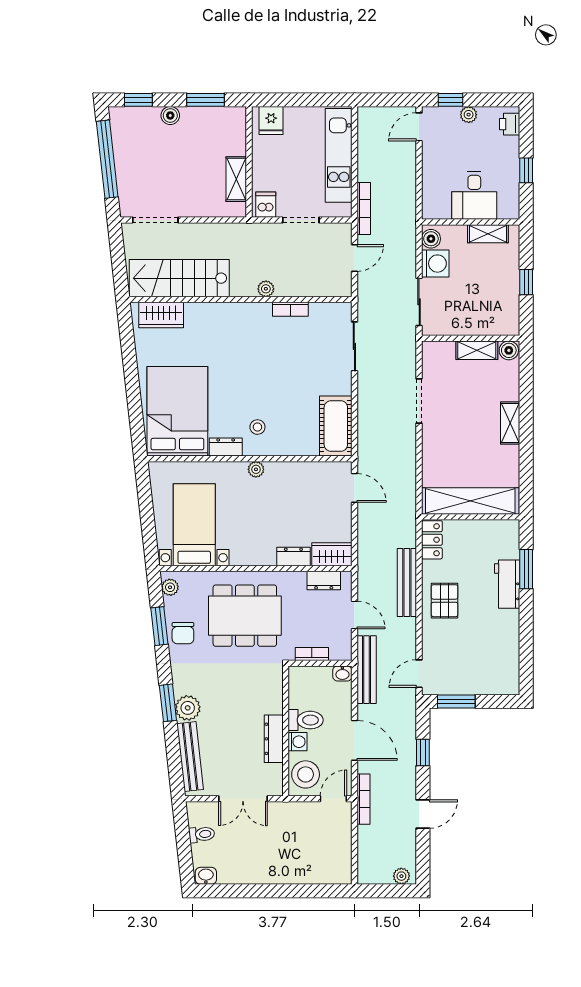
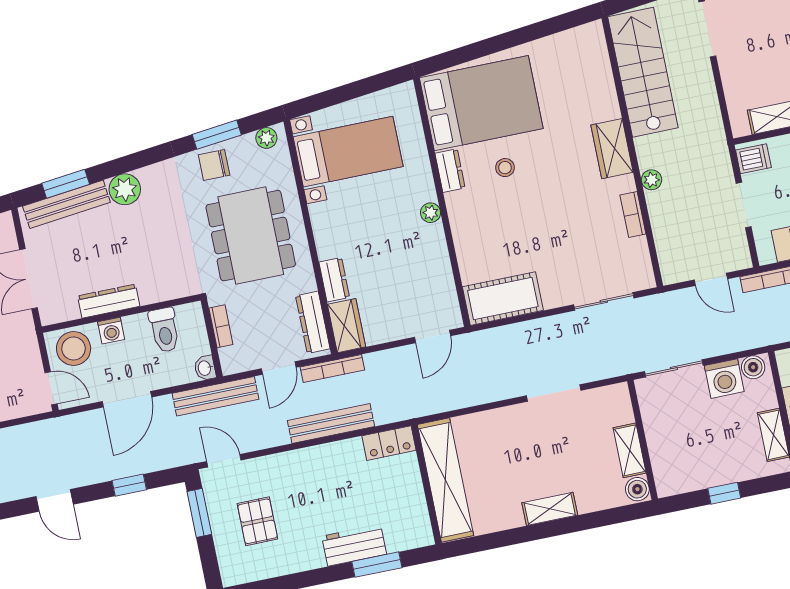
wardrobe: (161, 315) -> (612, 149), moved
stool: (257, 427) -> (505, 168), moved
dresser: (324, 580) -> (313, 322), width x1.44
pallet: (445, 601) -> (257, 521), moved, turned 90
window: (168, 703) -> (66, 184), moved
toilet: (306, 720) -> (164, 330), moved
bookcase: (364, 799) -> (332, 368), moved

